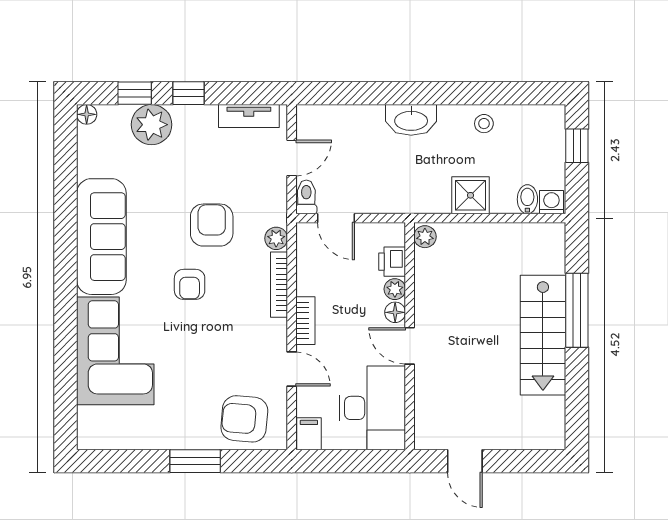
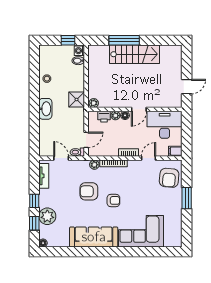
window: (577, 146) -> (68, 40), moved
shower: (470, 195) -> (77, 100), moved

